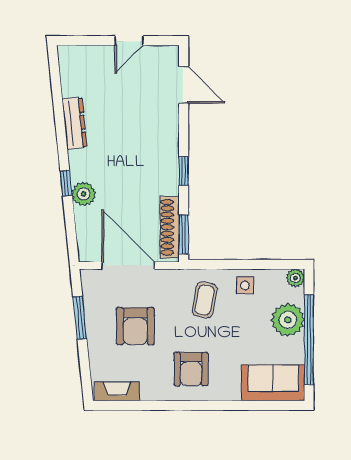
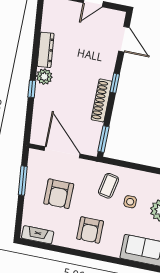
window: (184, 171) -> (115, 83), moved
plant: (84, 194) -> (44, 77), moved
shoe rack: (170, 227) -> (102, 100), moved
side table: (245, 286) -> (130, 202), moved

